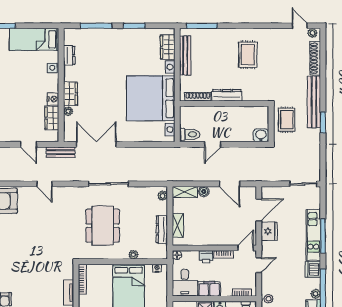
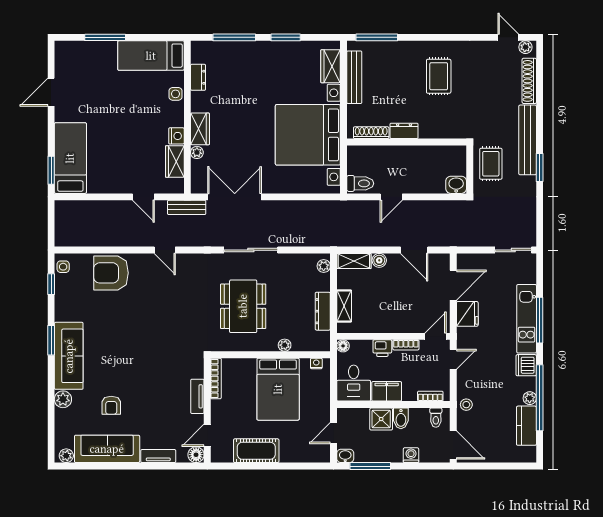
dresser: (227, 95) -> (404, 131), width x0.70

